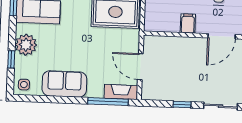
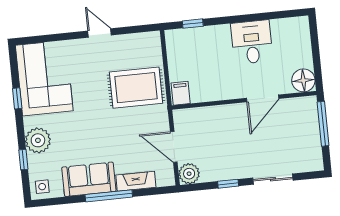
filing cabinet: (188, 23) -> (181, 93), moved
plant: (150, 91) -> (189, 174), added
fireplace: (121, 92) -> (136, 181), moved
window: (108, 102) -> (109, 196), moved

